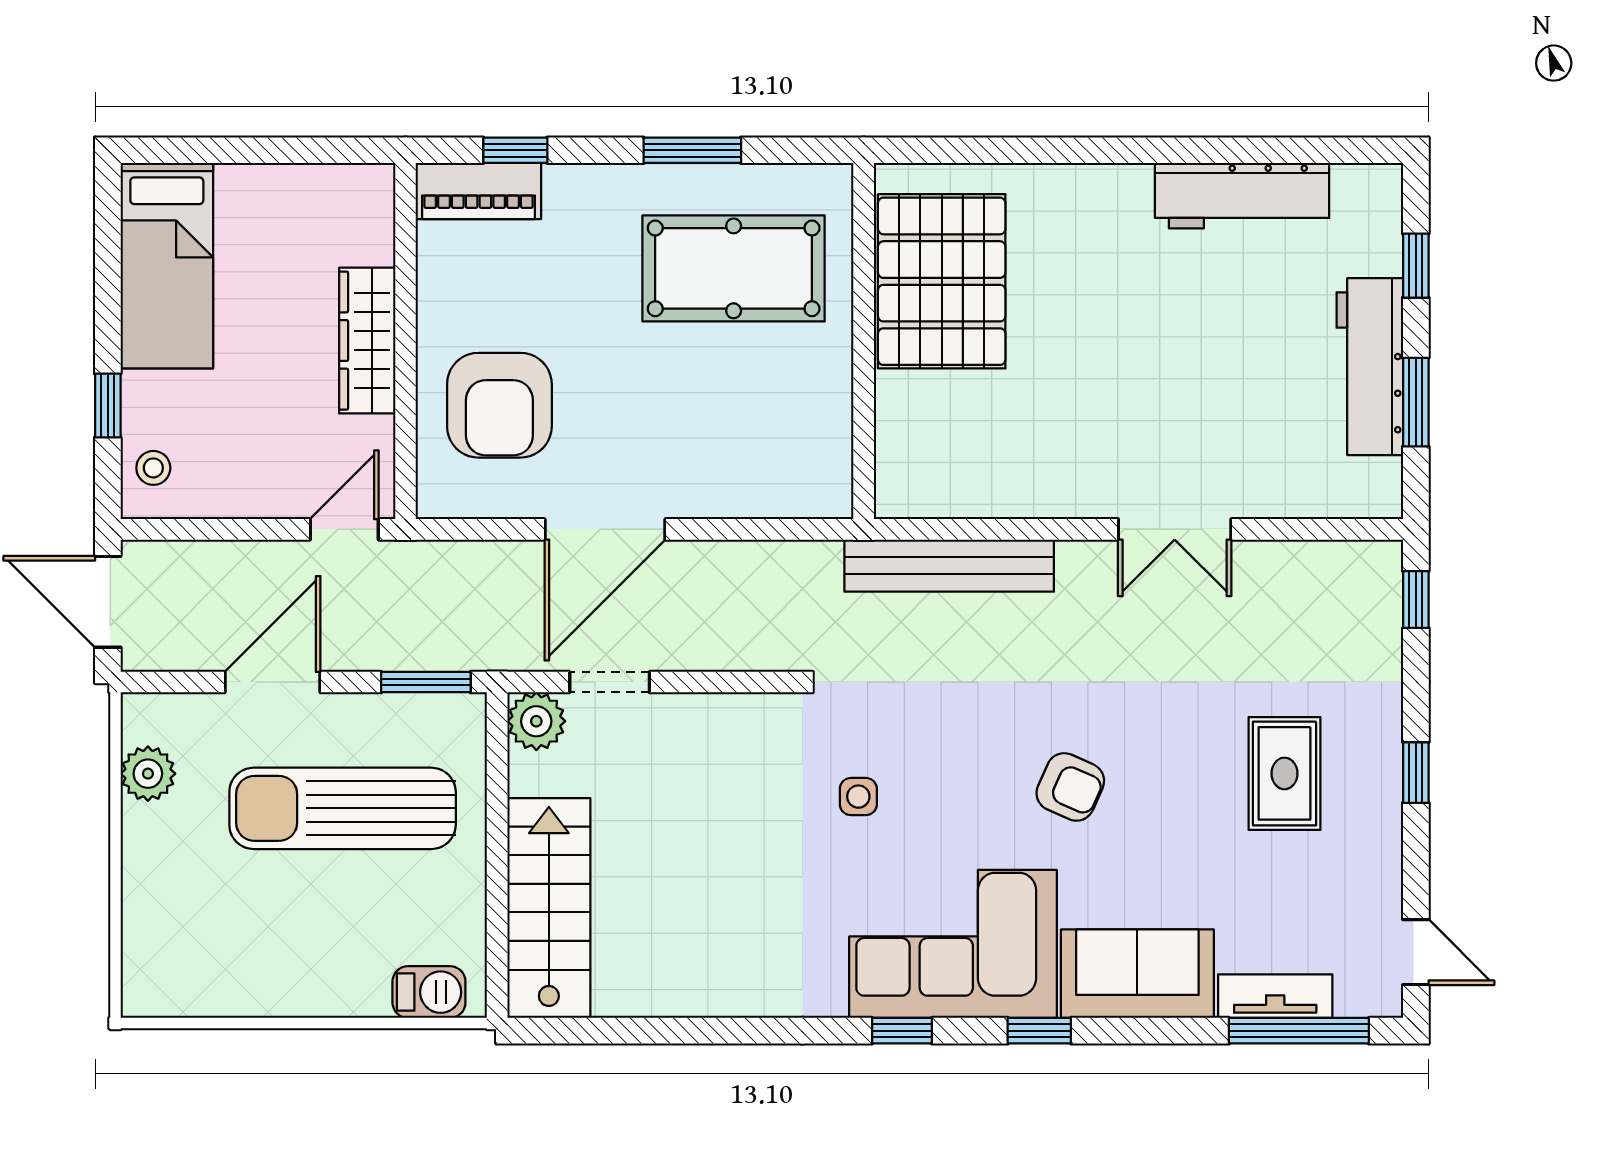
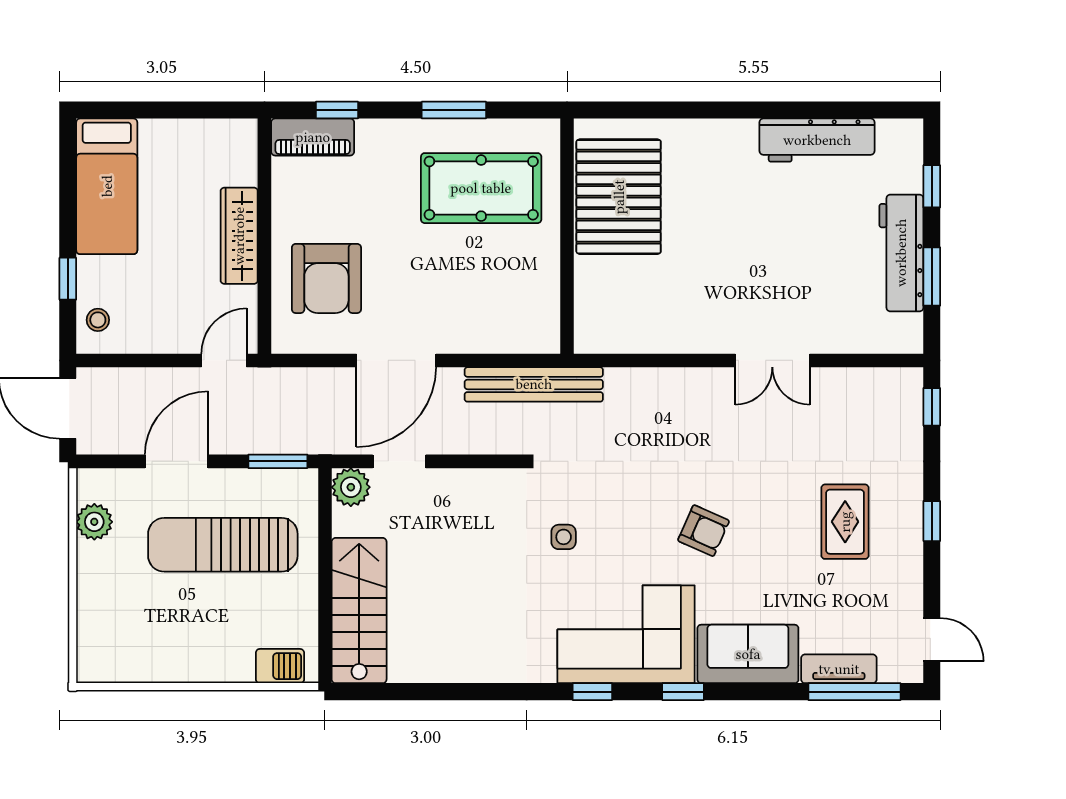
bench: (949, 566) -> (534, 384), moved

